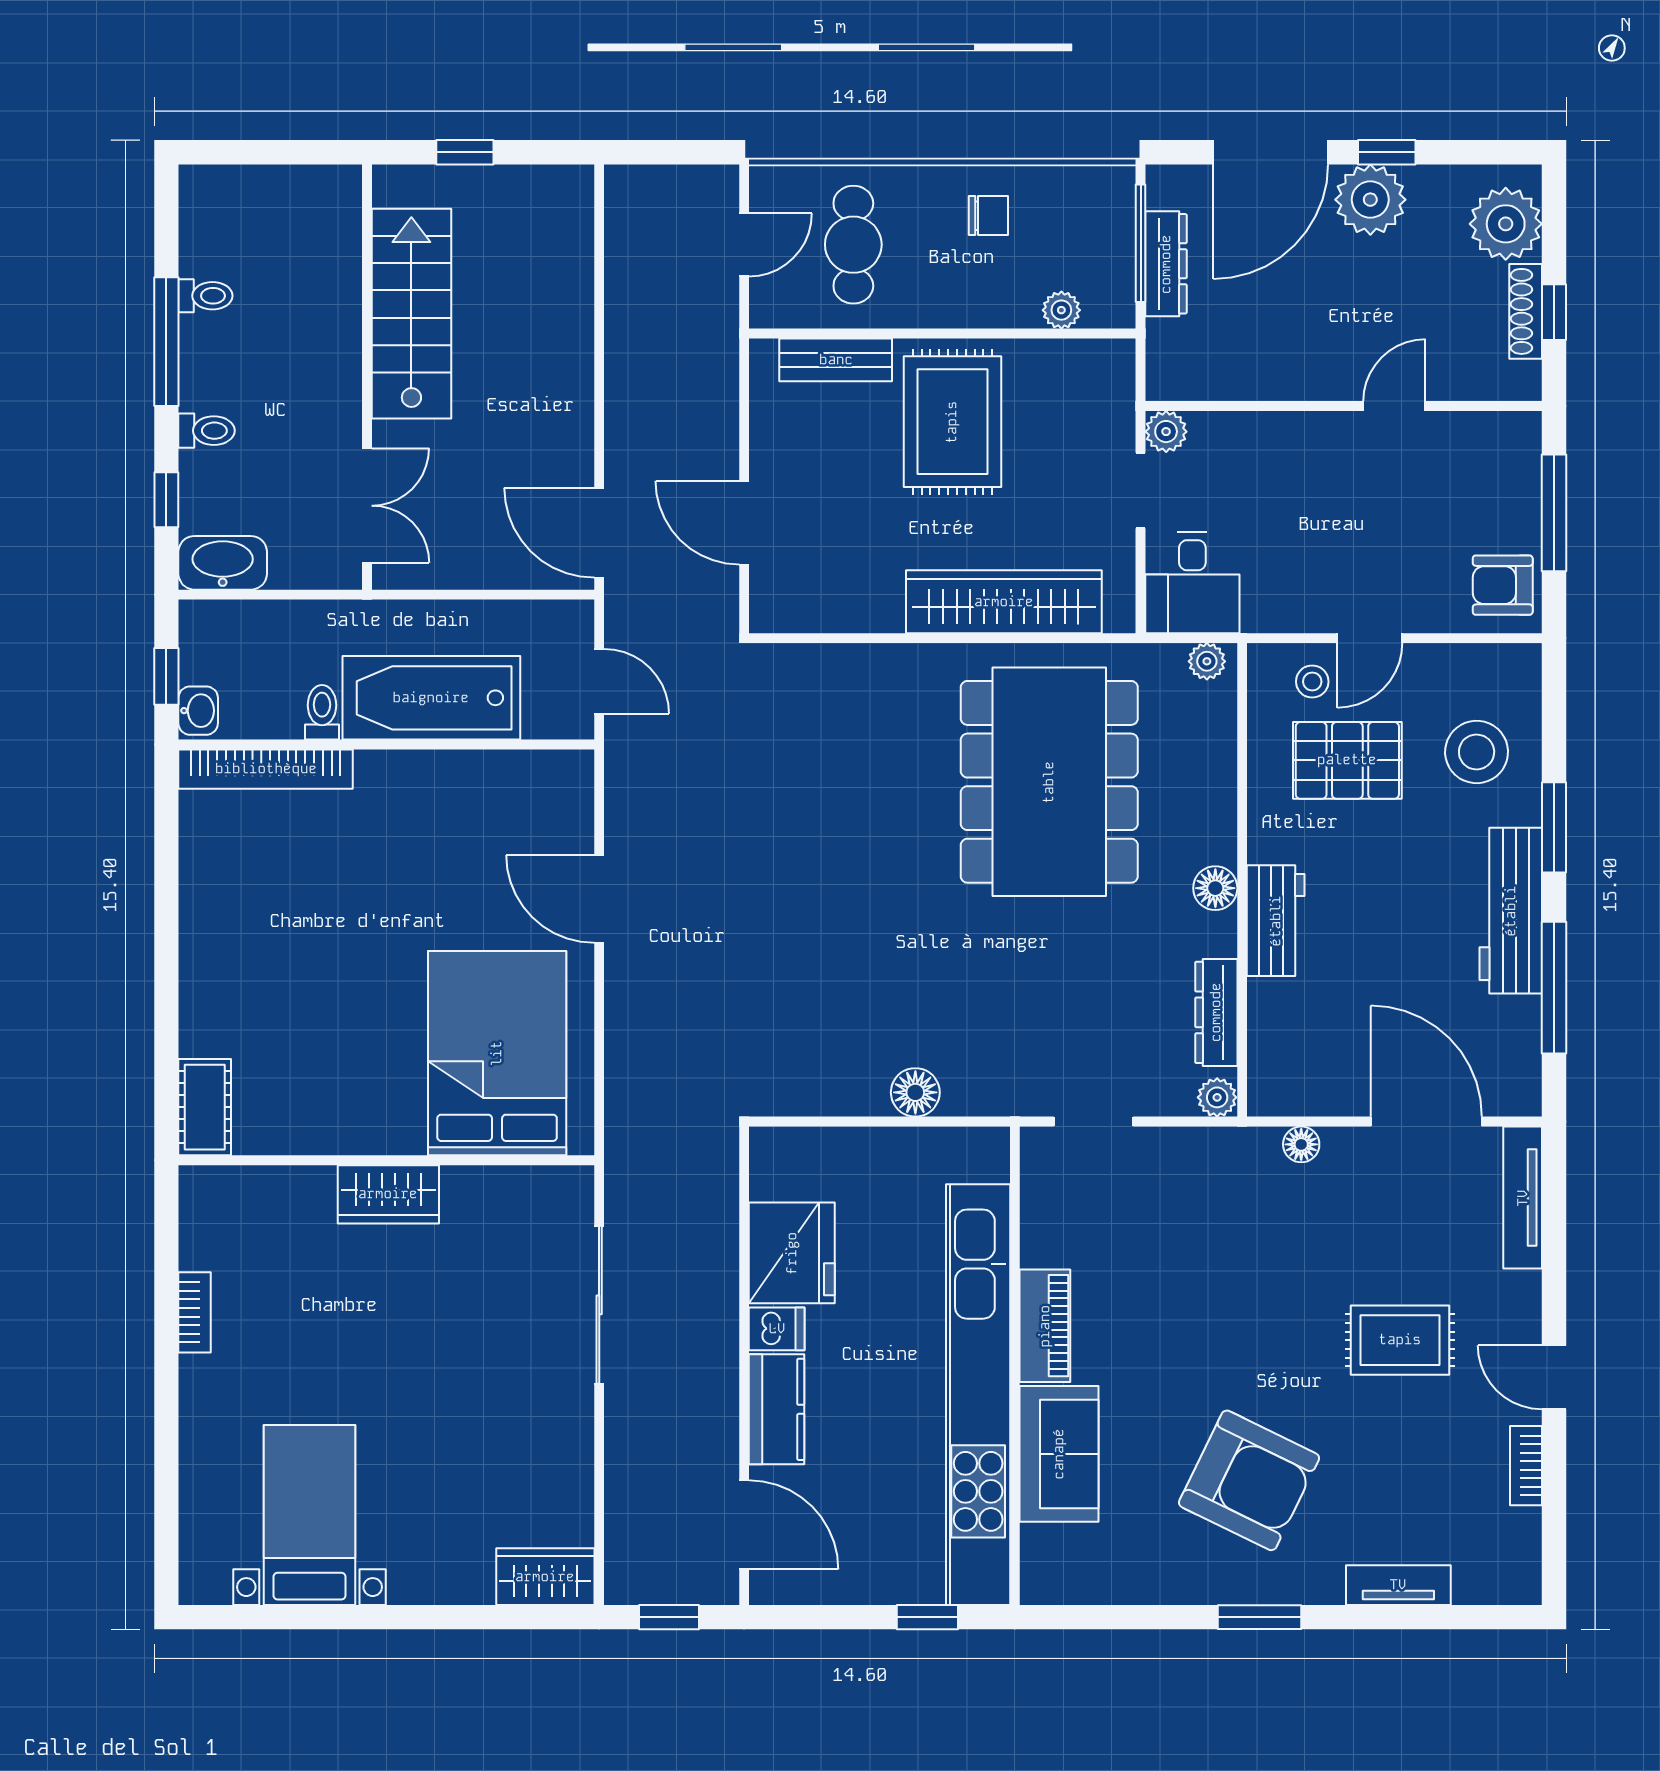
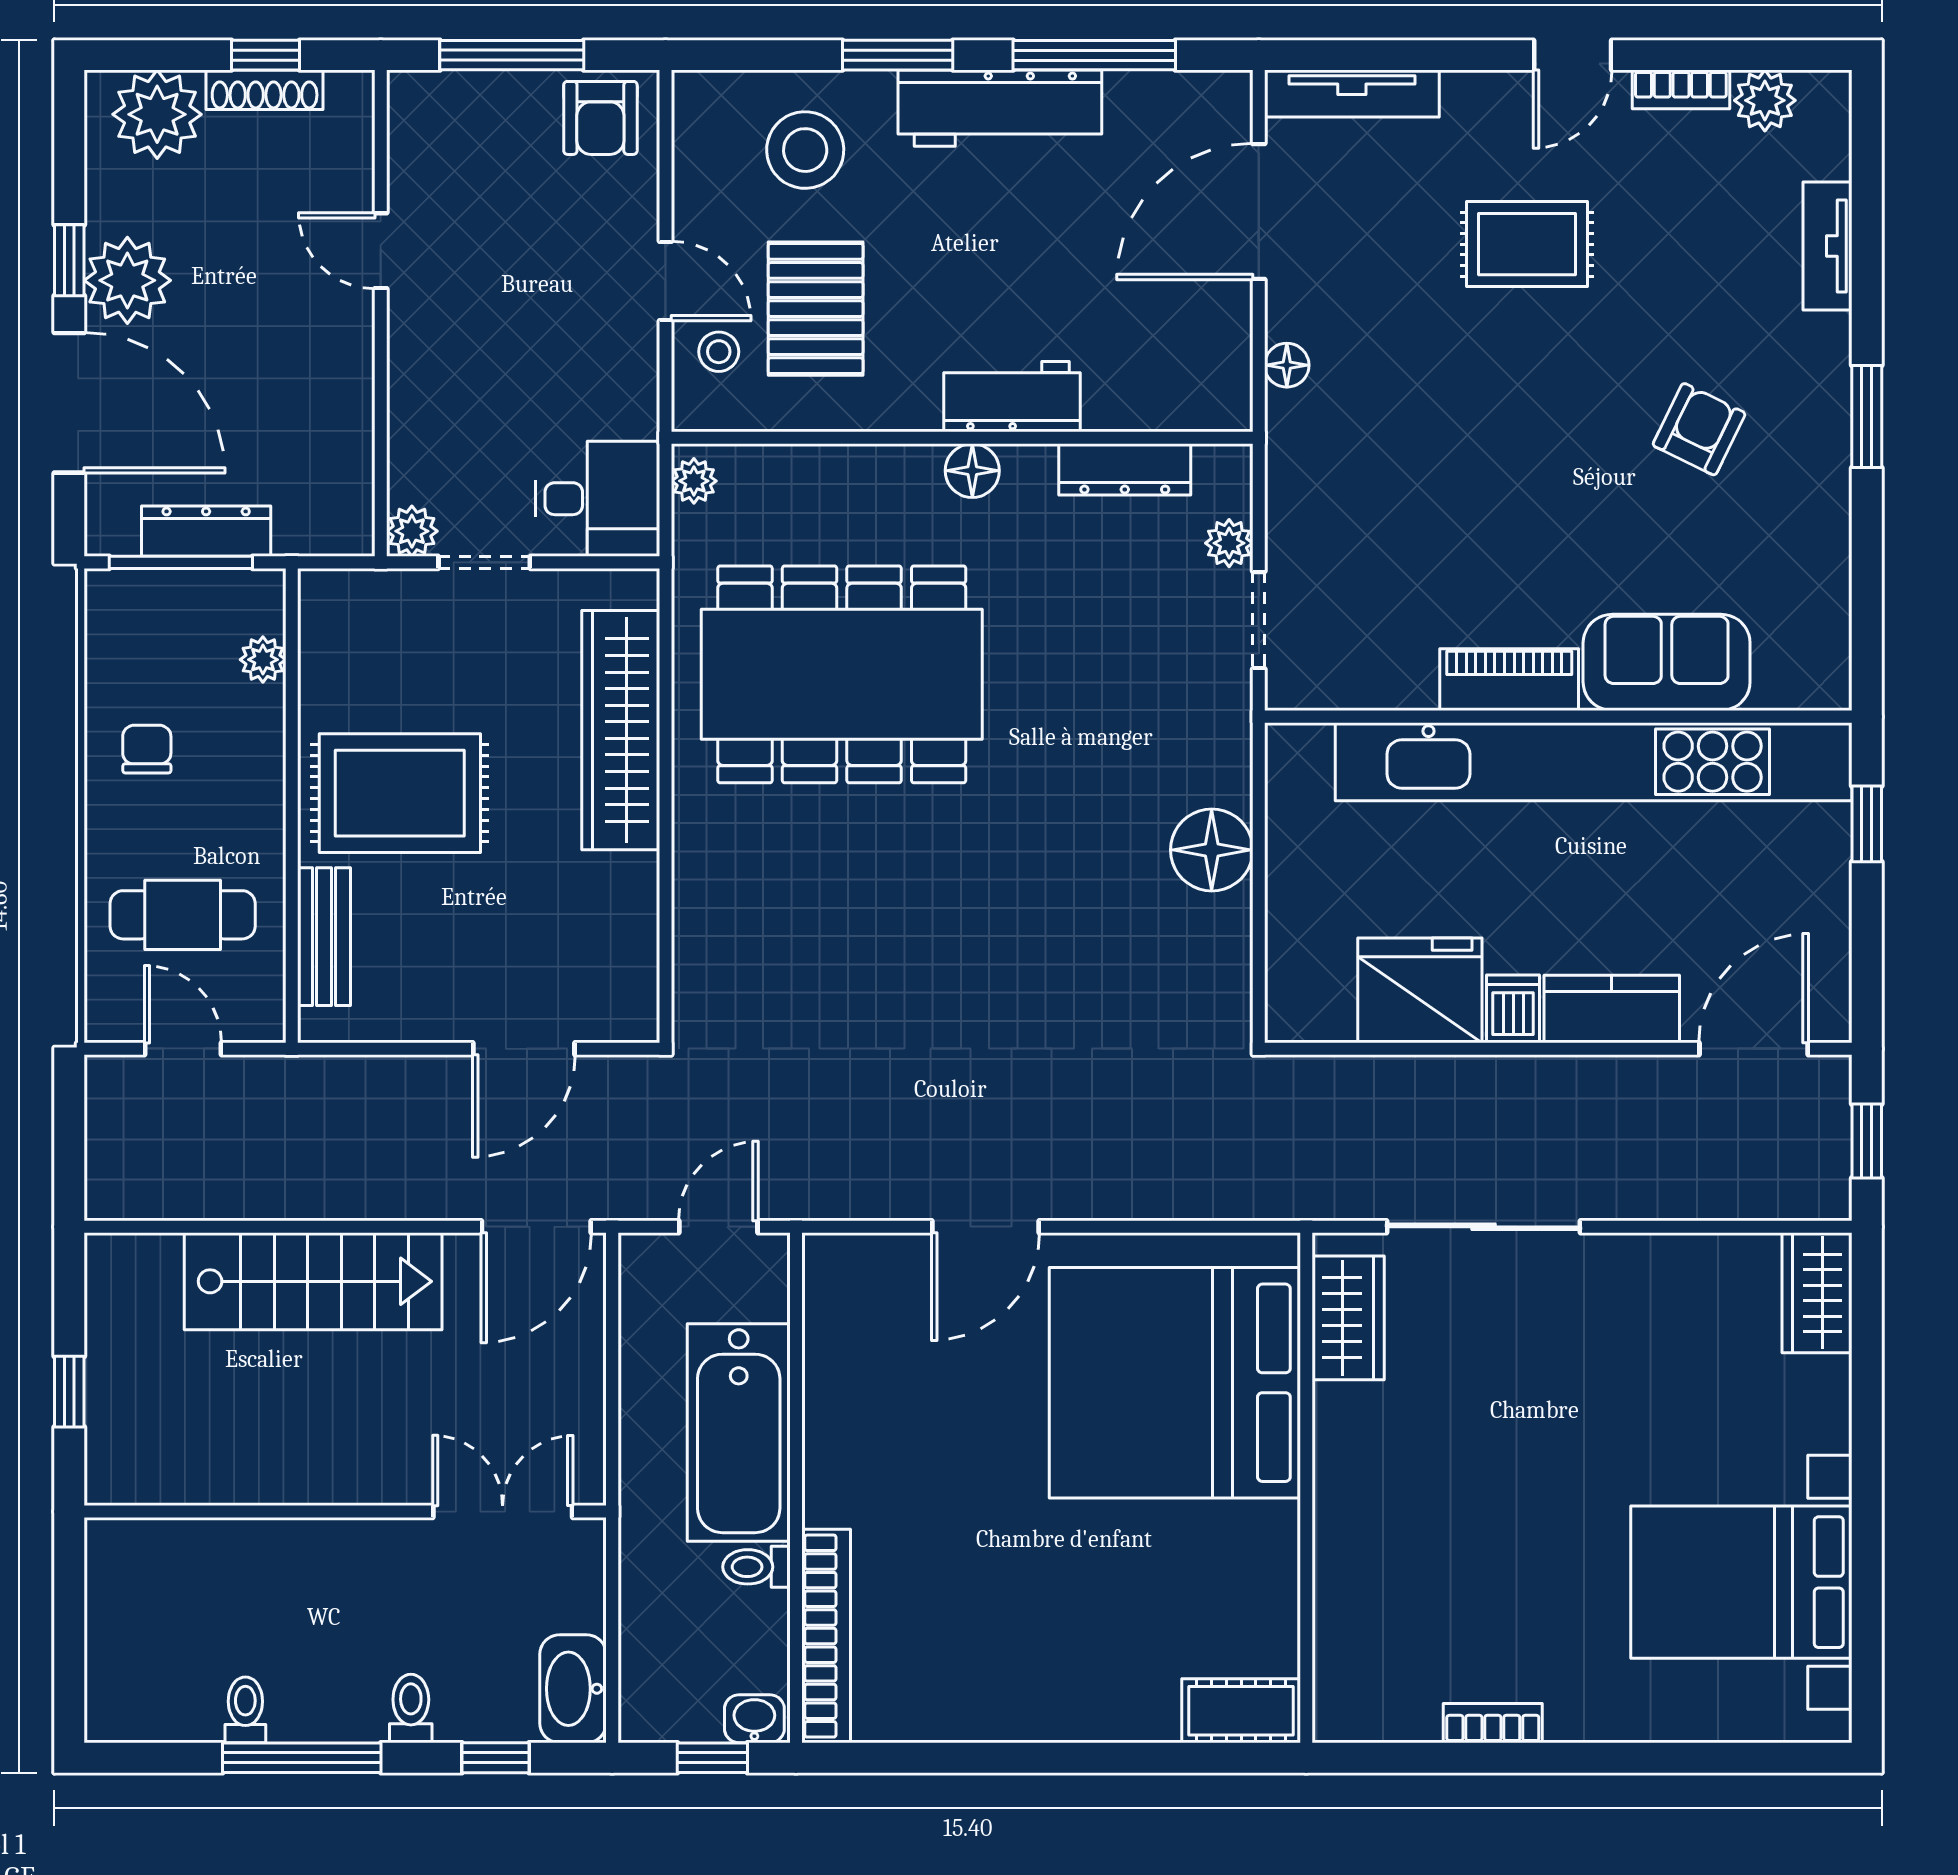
stairs: (411, 314) -> (313, 1281), moved, turned 180
bed: (497, 1053) -> (1175, 1383), width x1.36
floor lamp: (915, 1092) -> (1212, 850), width x1.38, depth x1.38
plant: (1217, 1097) -> (1229, 543), moved
wardrobe: (388, 1194) -> (1348, 1318), moved
rug: (1400, 1340) -> (1527, 244), turned 90
armchair: (1249, 1480) -> (1699, 429), width x0.53, depth x0.53
bed with nightstands: (309, 1515) -> (1741, 1582), width x1.36
plant: (1517, 1534) -> (1765, 100), added

